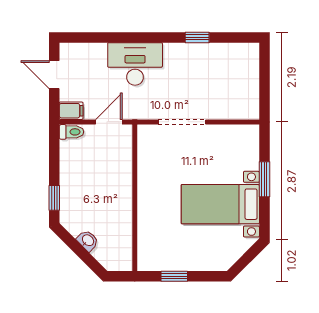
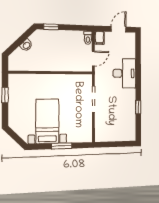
door: (109, 122) -> (93, 59), hinge flipped

